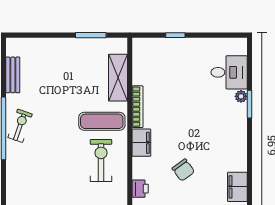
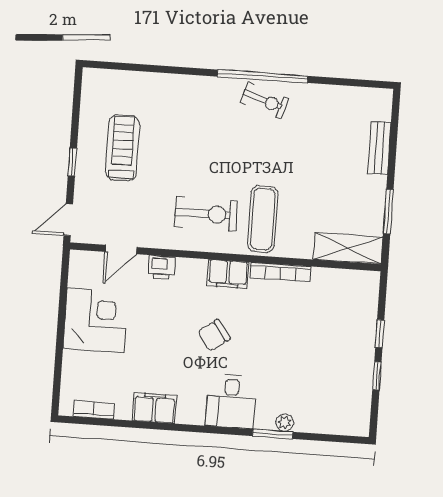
window: (204, 35) -> (377, 376), added
desk: (229, 72) -> (231, 401), moved
bench: (13, 75) -> (379, 148), moved, turned 90
shelving: (118, 78) -> (348, 248), moved
chair: (183, 170) -> (214, 335), moved

